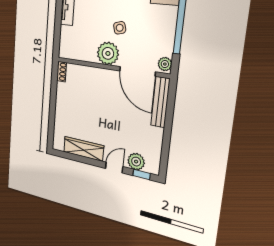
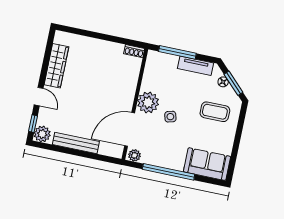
window: (58, 28) -> (177, 52), added
bench: (160, 102) -> (76, 143), moved
plant: (136, 162) -> (42, 134), moved

